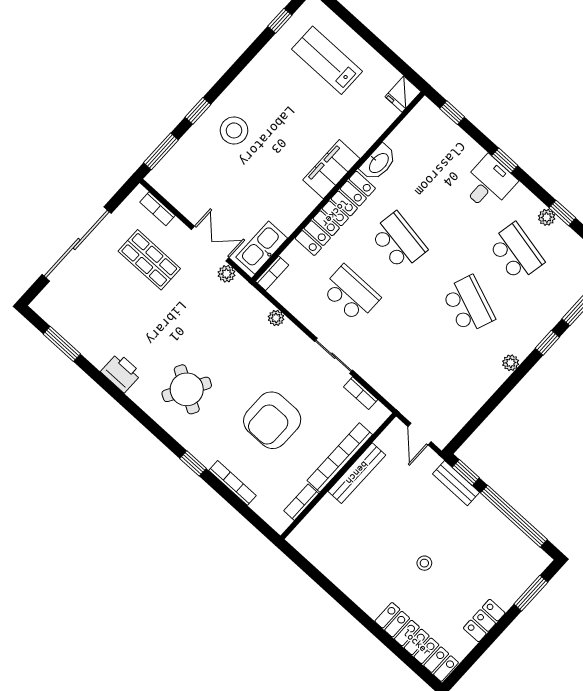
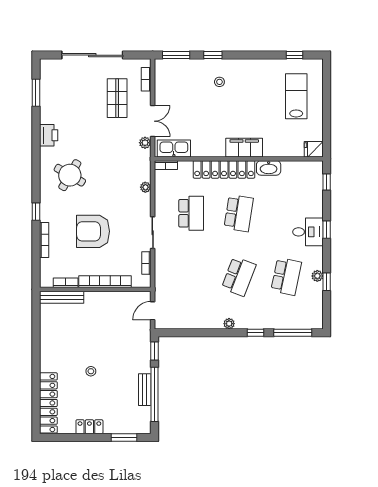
stool: (234, 130) -> (219, 82), width x0.53, depth x0.53
bench: (357, 473) -> (62, 297), moved
bench: (456, 483) -> (145, 390), moved

